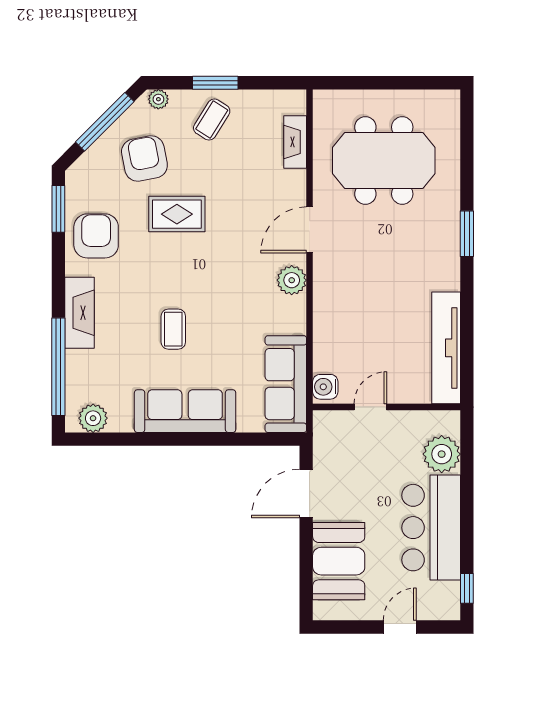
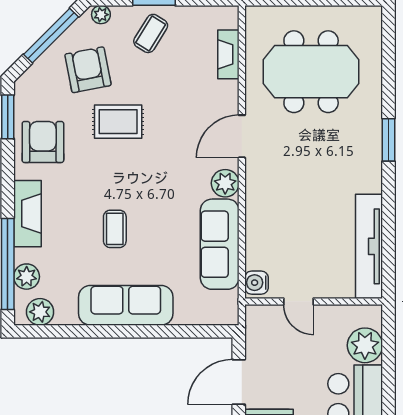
plant: (79, 380) -> (27, 277), added
sofa: (286, 384) -> (220, 244), moved
door: (370, 407) -> (299, 301), swing flipped

